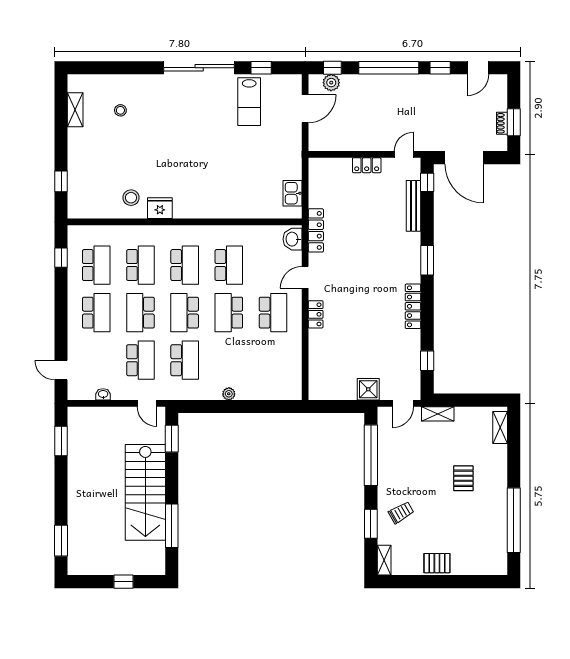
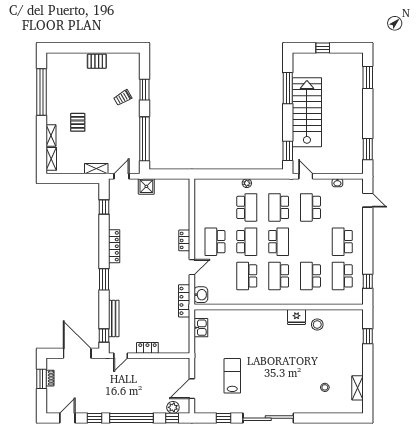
lab bench: (249, 102) -> (232, 376), moved
school desk: (140, 313) -> (247, 207), moved
shelving: (384, 560) -> (51, 136), moved

